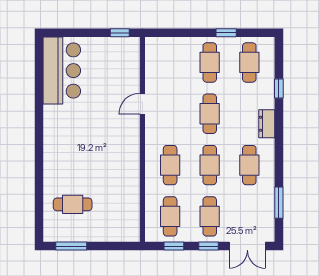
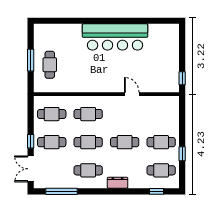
bar counter: (62, 71) -> (115, 37), moved, width x1.36
window: (279, 88) -> (156, 191), moved
window: (279, 203) -> (61, 191), width x1.44
cafe table: (73, 204) -> (50, 65), moved
window: (71, 246) -> (31, 60), moved
window: (174, 246) -> (31, 117), removed

